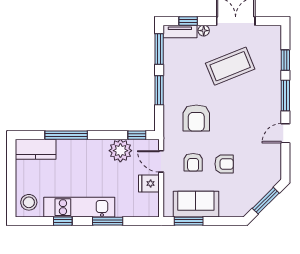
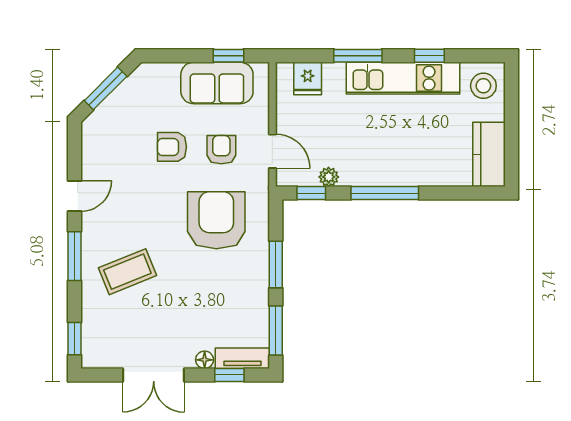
window: (285, 60) -> (74, 339), moved
coffee table: (230, 66) -> (127, 272), moved, width x0.73, depth x0.76
armchair: (196, 118) -> (216, 220), width x1.36, depth x1.36
window: (66, 135) -> (385, 193), moved
kitchen counter: (36, 149) -> (489, 154), moved, turned -90
plant: (120, 151) -> (329, 177), width x0.53, depth x0.53
fridge: (149, 183) -> (308, 79), moved, turned 90
window: (189, 221) -> (229, 56), width x0.67

